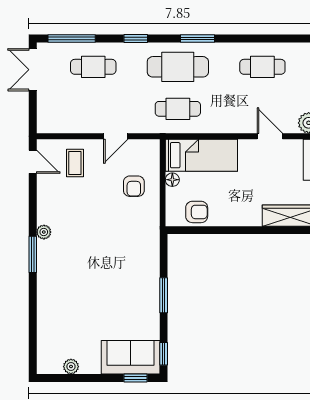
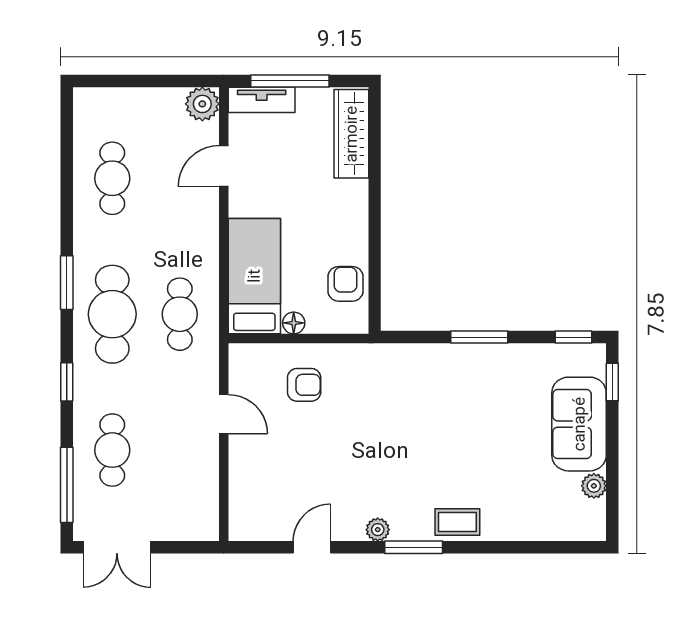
door: (33, 162) -> (312, 547), moved
coffee table: (75, 163) -> (457, 522), moved
sofa: (131, 357) -> (579, 424), moved

